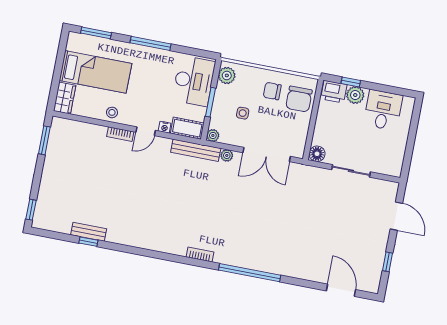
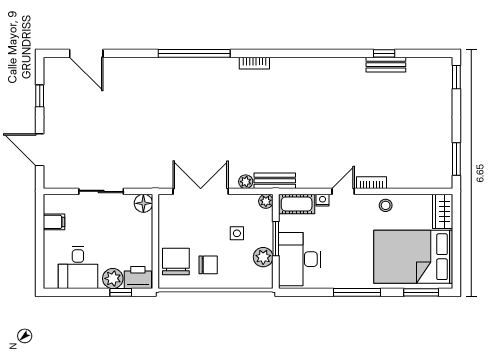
bed: (95, 72) -> (413, 257), width x1.50
plant: (227, 75) -> (263, 257), moved
bench: (196, 150) -> (275, 181), width x0.73
filing cabinet: (396, 153) -> (54, 222), added

